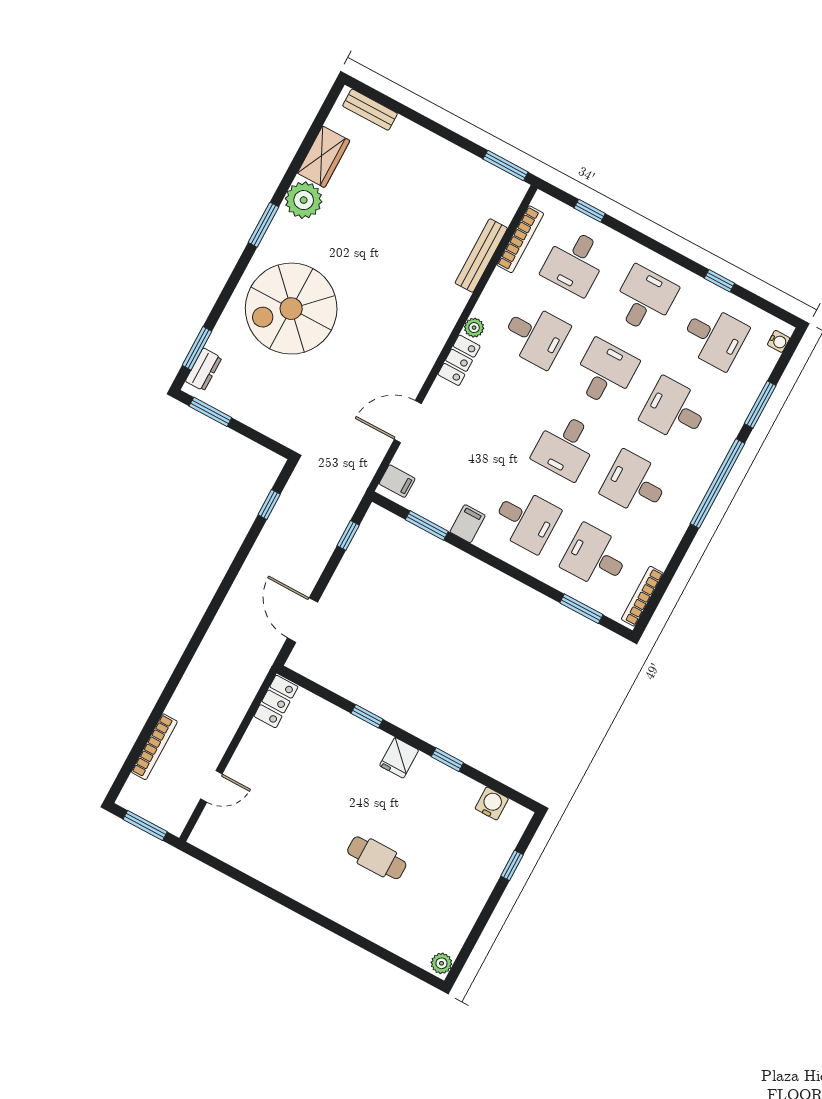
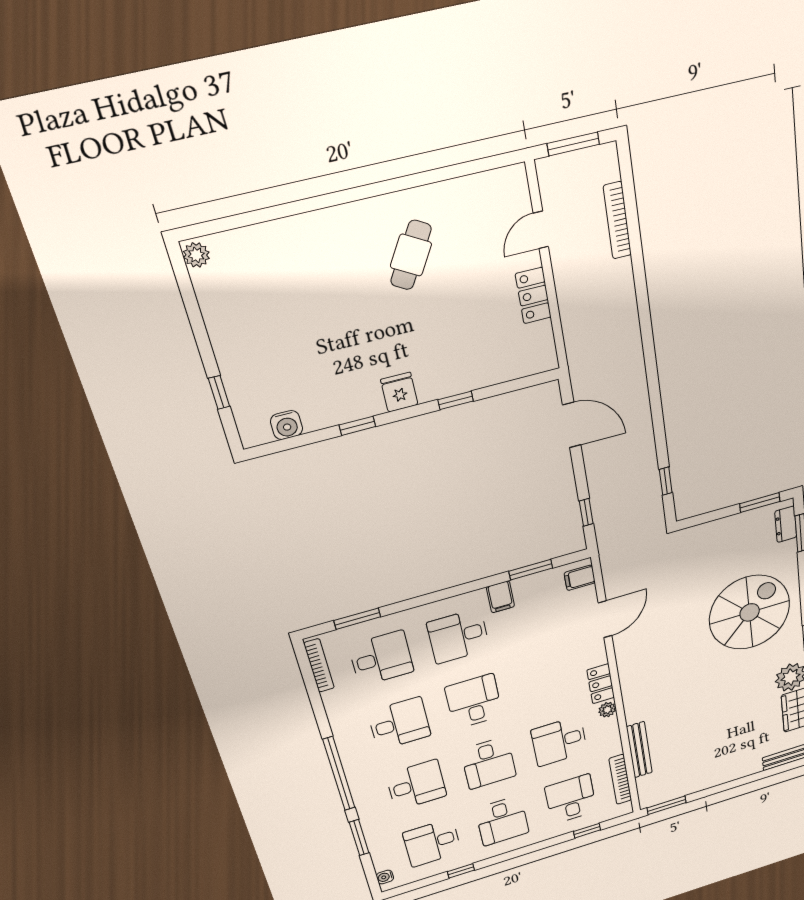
locker: (276, 701) -> (533, 296), moved
cafe table: (377, 858) -> (411, 255), moved, turned -60

